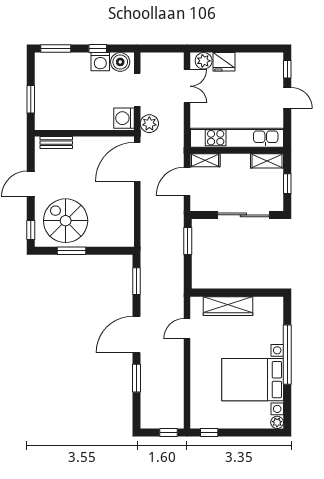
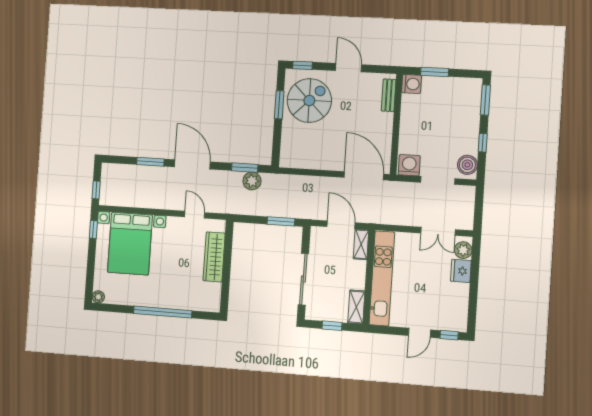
washing machine: (100, 62) -> (411, 84), moved, turned 180
plant: (149, 124) -> (252, 181), moved
bed with nightstands: (253, 380) -> (130, 244), moved, turned 180

